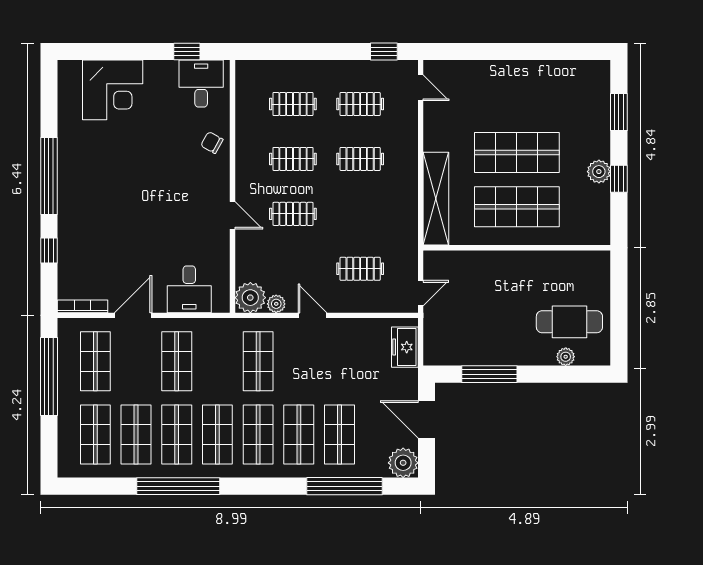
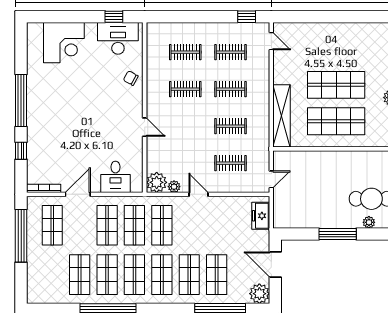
desk: (201, 84) -> (118, 38), width x1.37
clothes rail: (293, 214) -> (231, 126), moved
window: (489, 374) -> (338, 234), moved
shop shelf: (95, 434) -> (134, 225), moved

